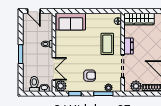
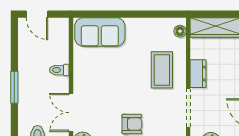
double door: (54, 69) -> (71, 113), swing flipped

